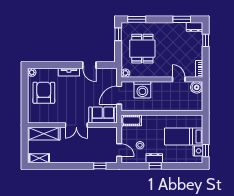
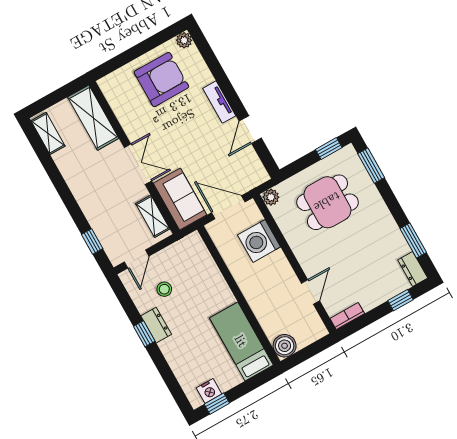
boiler: (197, 87) -> (285, 346), moved
cot: (131, 120) -> (197, 251), removed
double door: (76, 125) -> (138, 164), swing flipped
shelving: (104, 132) -> (153, 216), added
bed: (184, 136) -> (241, 341), moved

